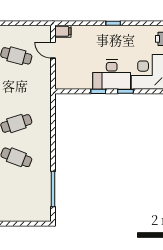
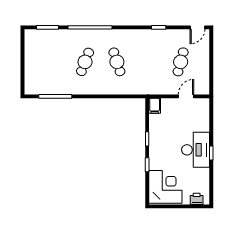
filing cabinet: (63, 31) -> (155, 106), moved
desk: (112, 75) -> (196, 150), moved, turned 180

